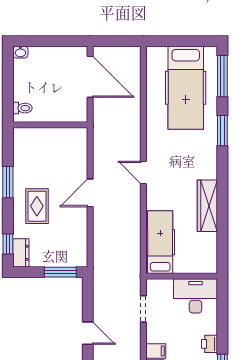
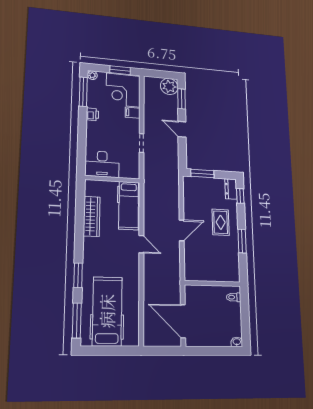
hospital bed: (160, 242) -> (129, 206), moved
wall: (182, 276) -> (112, 179), moved
desk: (195, 296) -> (102, 164), moved

